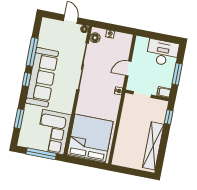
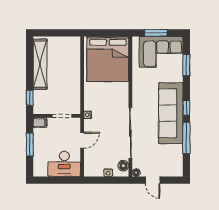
desk: (162, 53) -> (64, 164), moved
corner sofa: (53, 132) -> (161, 52), moved, turned 90
window: (41, 154) -> (156, 33), width x0.69

